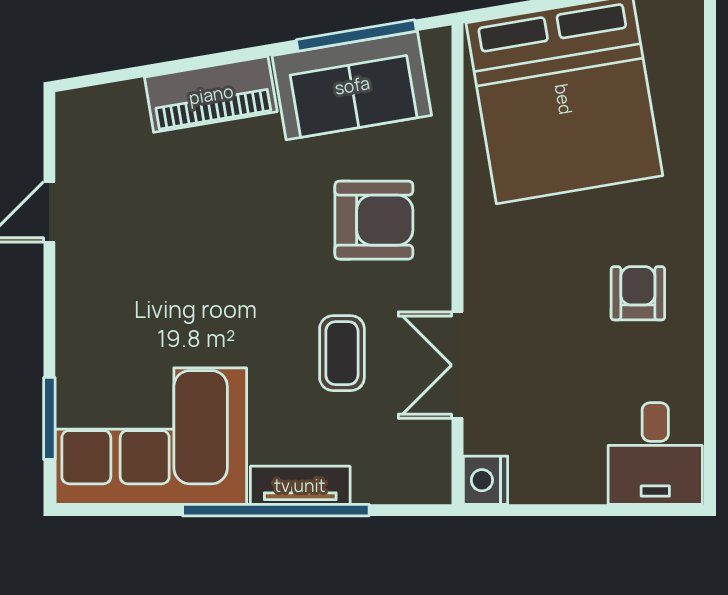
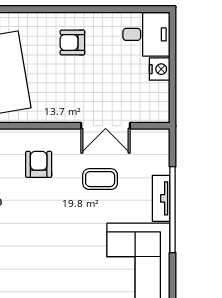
armchair: (374, 220) -> (39, 164), width x0.72, depth x0.72
nightstand: (485, 480) -> (160, 69), moved, turned -90

